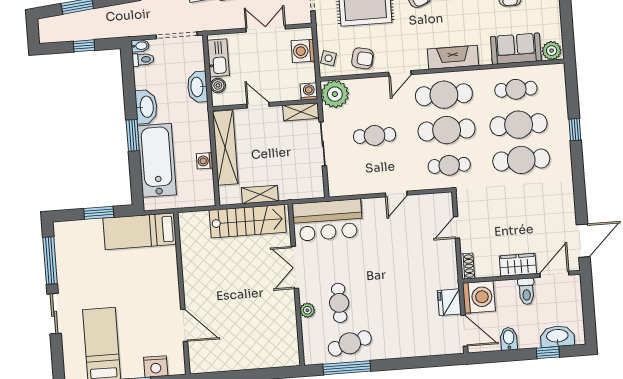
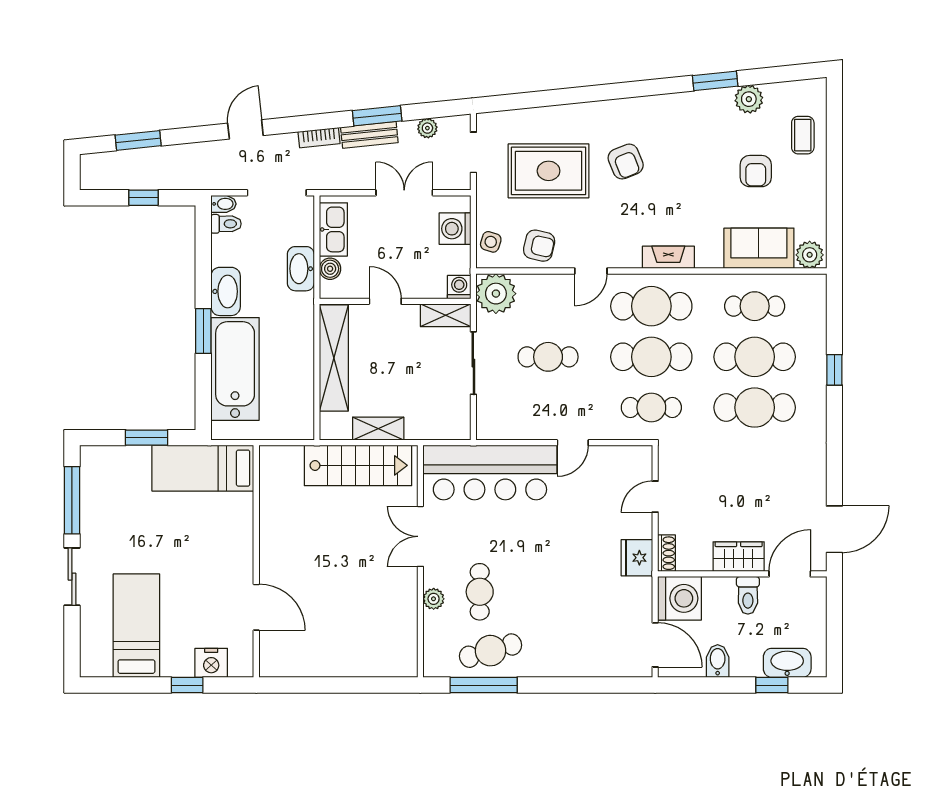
fireplace: (453, 57) -> (668, 257), width x0.73, depth x0.76
washing machine: (205, 161) -> (303, 375), removed
bar counter: (328, 220) -> (490, 473), width x1.36
fridge: (449, 302) -> (637, 558), moved

